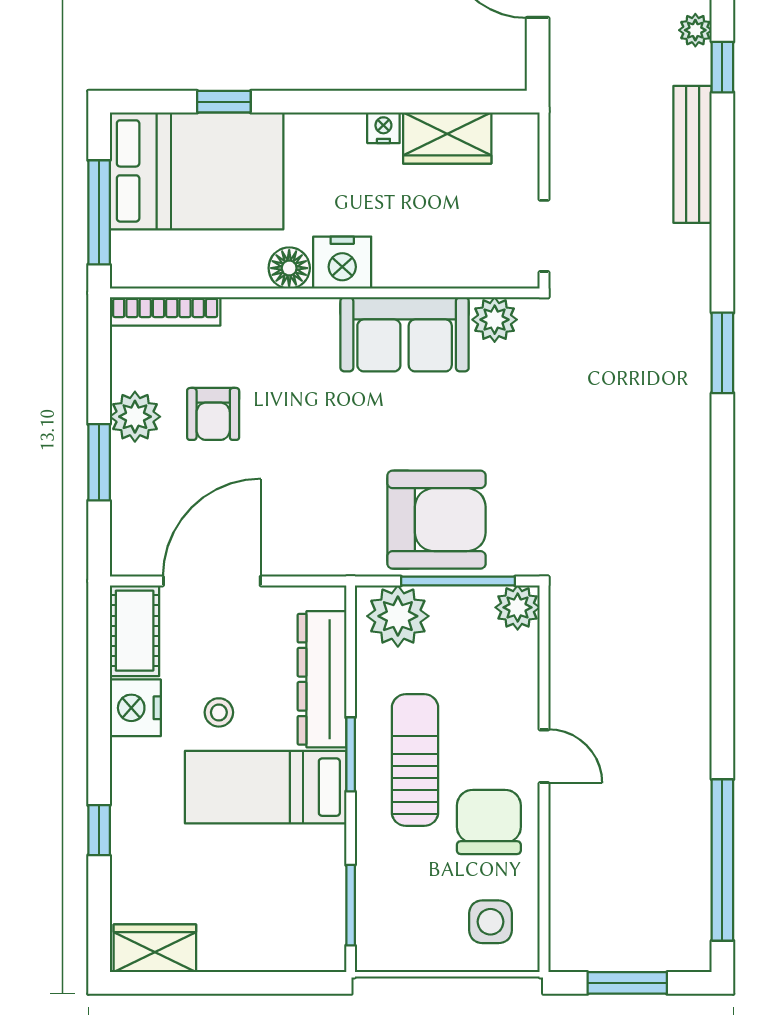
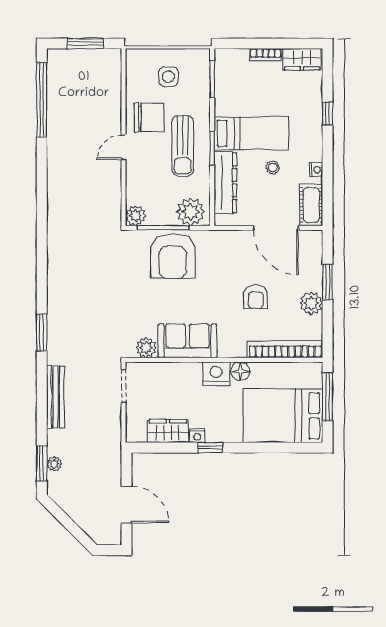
plant: (695, 30) -> (54, 464), moved
window: (722, 67) -> (42, 463), width x1.50
window: (224, 102) -> (210, 448), moved
bench: (693, 154) -> (55, 397), moved
bookcase: (165, 311) -> (285, 349), width x1.48, depth x1.31
armchair: (213, 414) -> (256, 297), moved, turned 180
armchair: (437, 520) -> (173, 256), turned -90
door: (212, 581) -> (276, 228), hinge flipped
nightstand: (135, 708) -> (316, 170), width x0.53, depth x0.56
door: (544, 756) -> (124, 147), hinge flipped
chair: (489, 822) -> (149, 117), turned -90
side table: (490, 922) -> (168, 77), moved
bookcase: (234, 958) -> (266, 55), added

